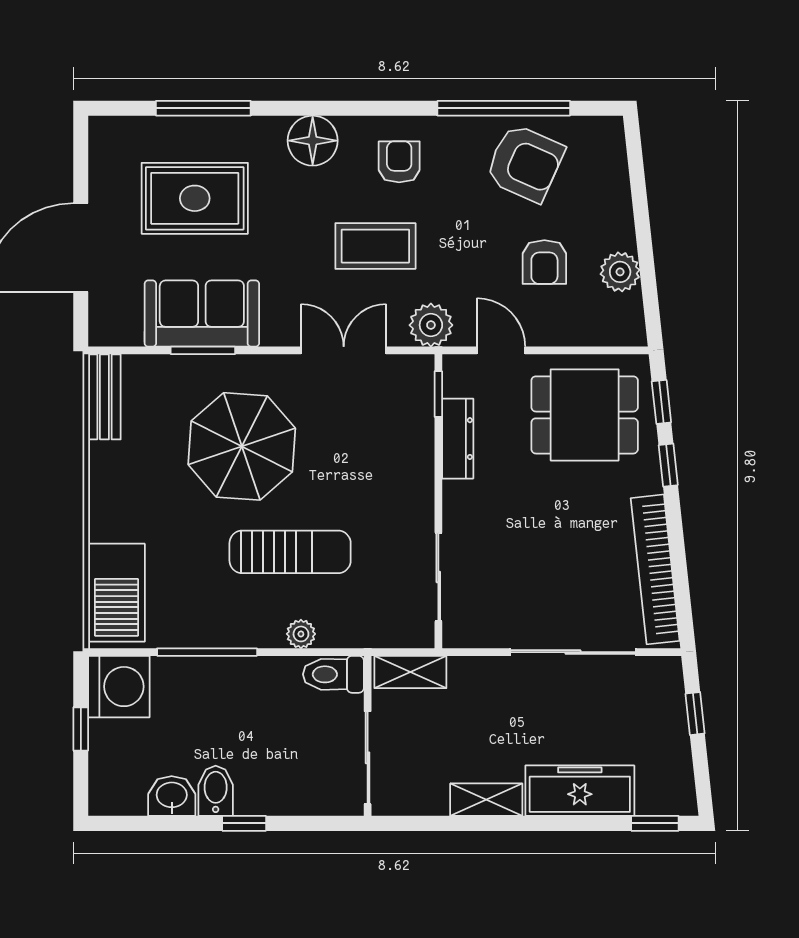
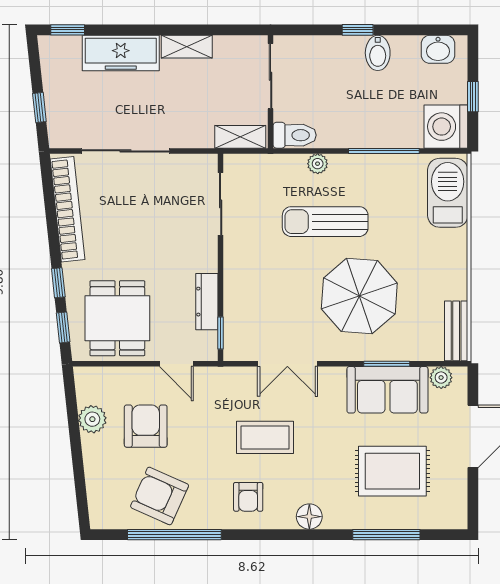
floor lamp: (313, 141) -> (309, 517), width x0.73, depth x0.73
armchair: (544, 262) -> (146, 426), width x1.38, depth x1.38
plant: (431, 325) -> (441, 378), moved, width x0.73, depth x0.73
dining table: (585, 415) -> (117, 318), turned 90
washbasin: (172, 796) -> (438, 49), moved

